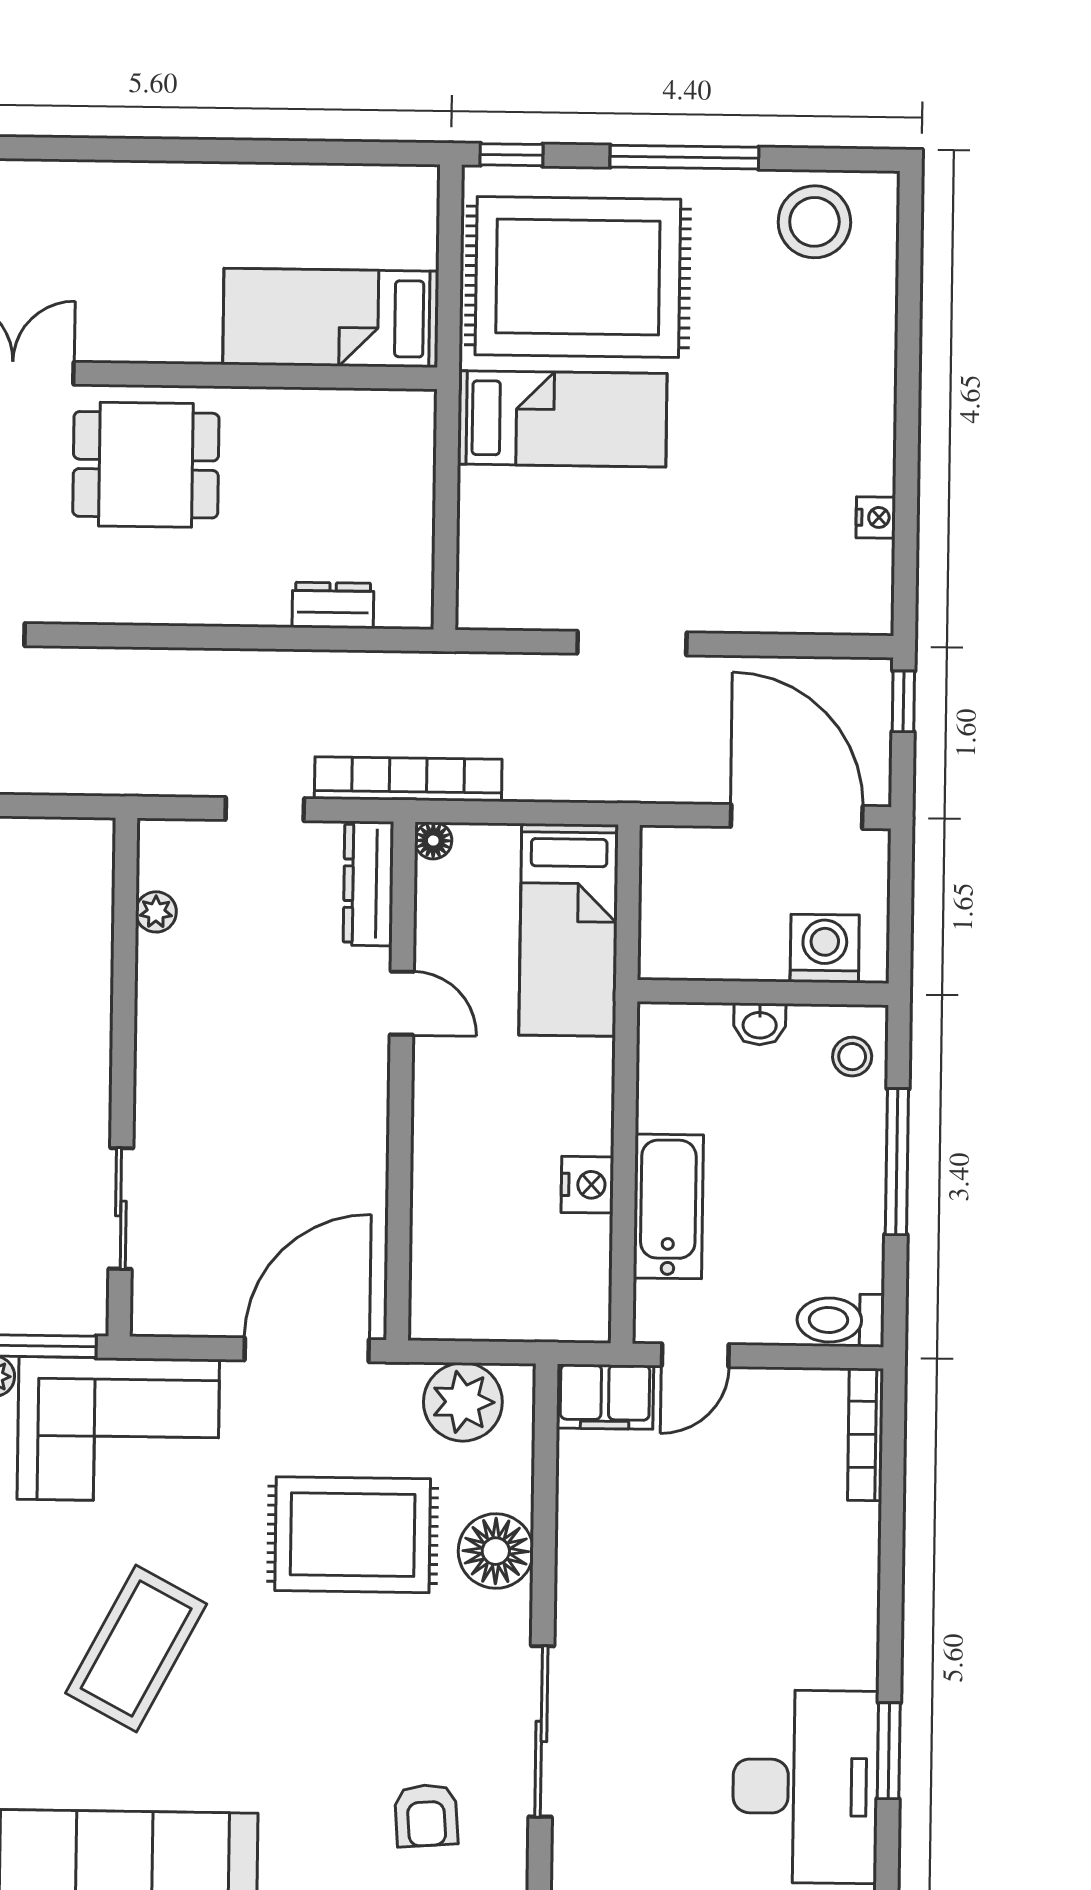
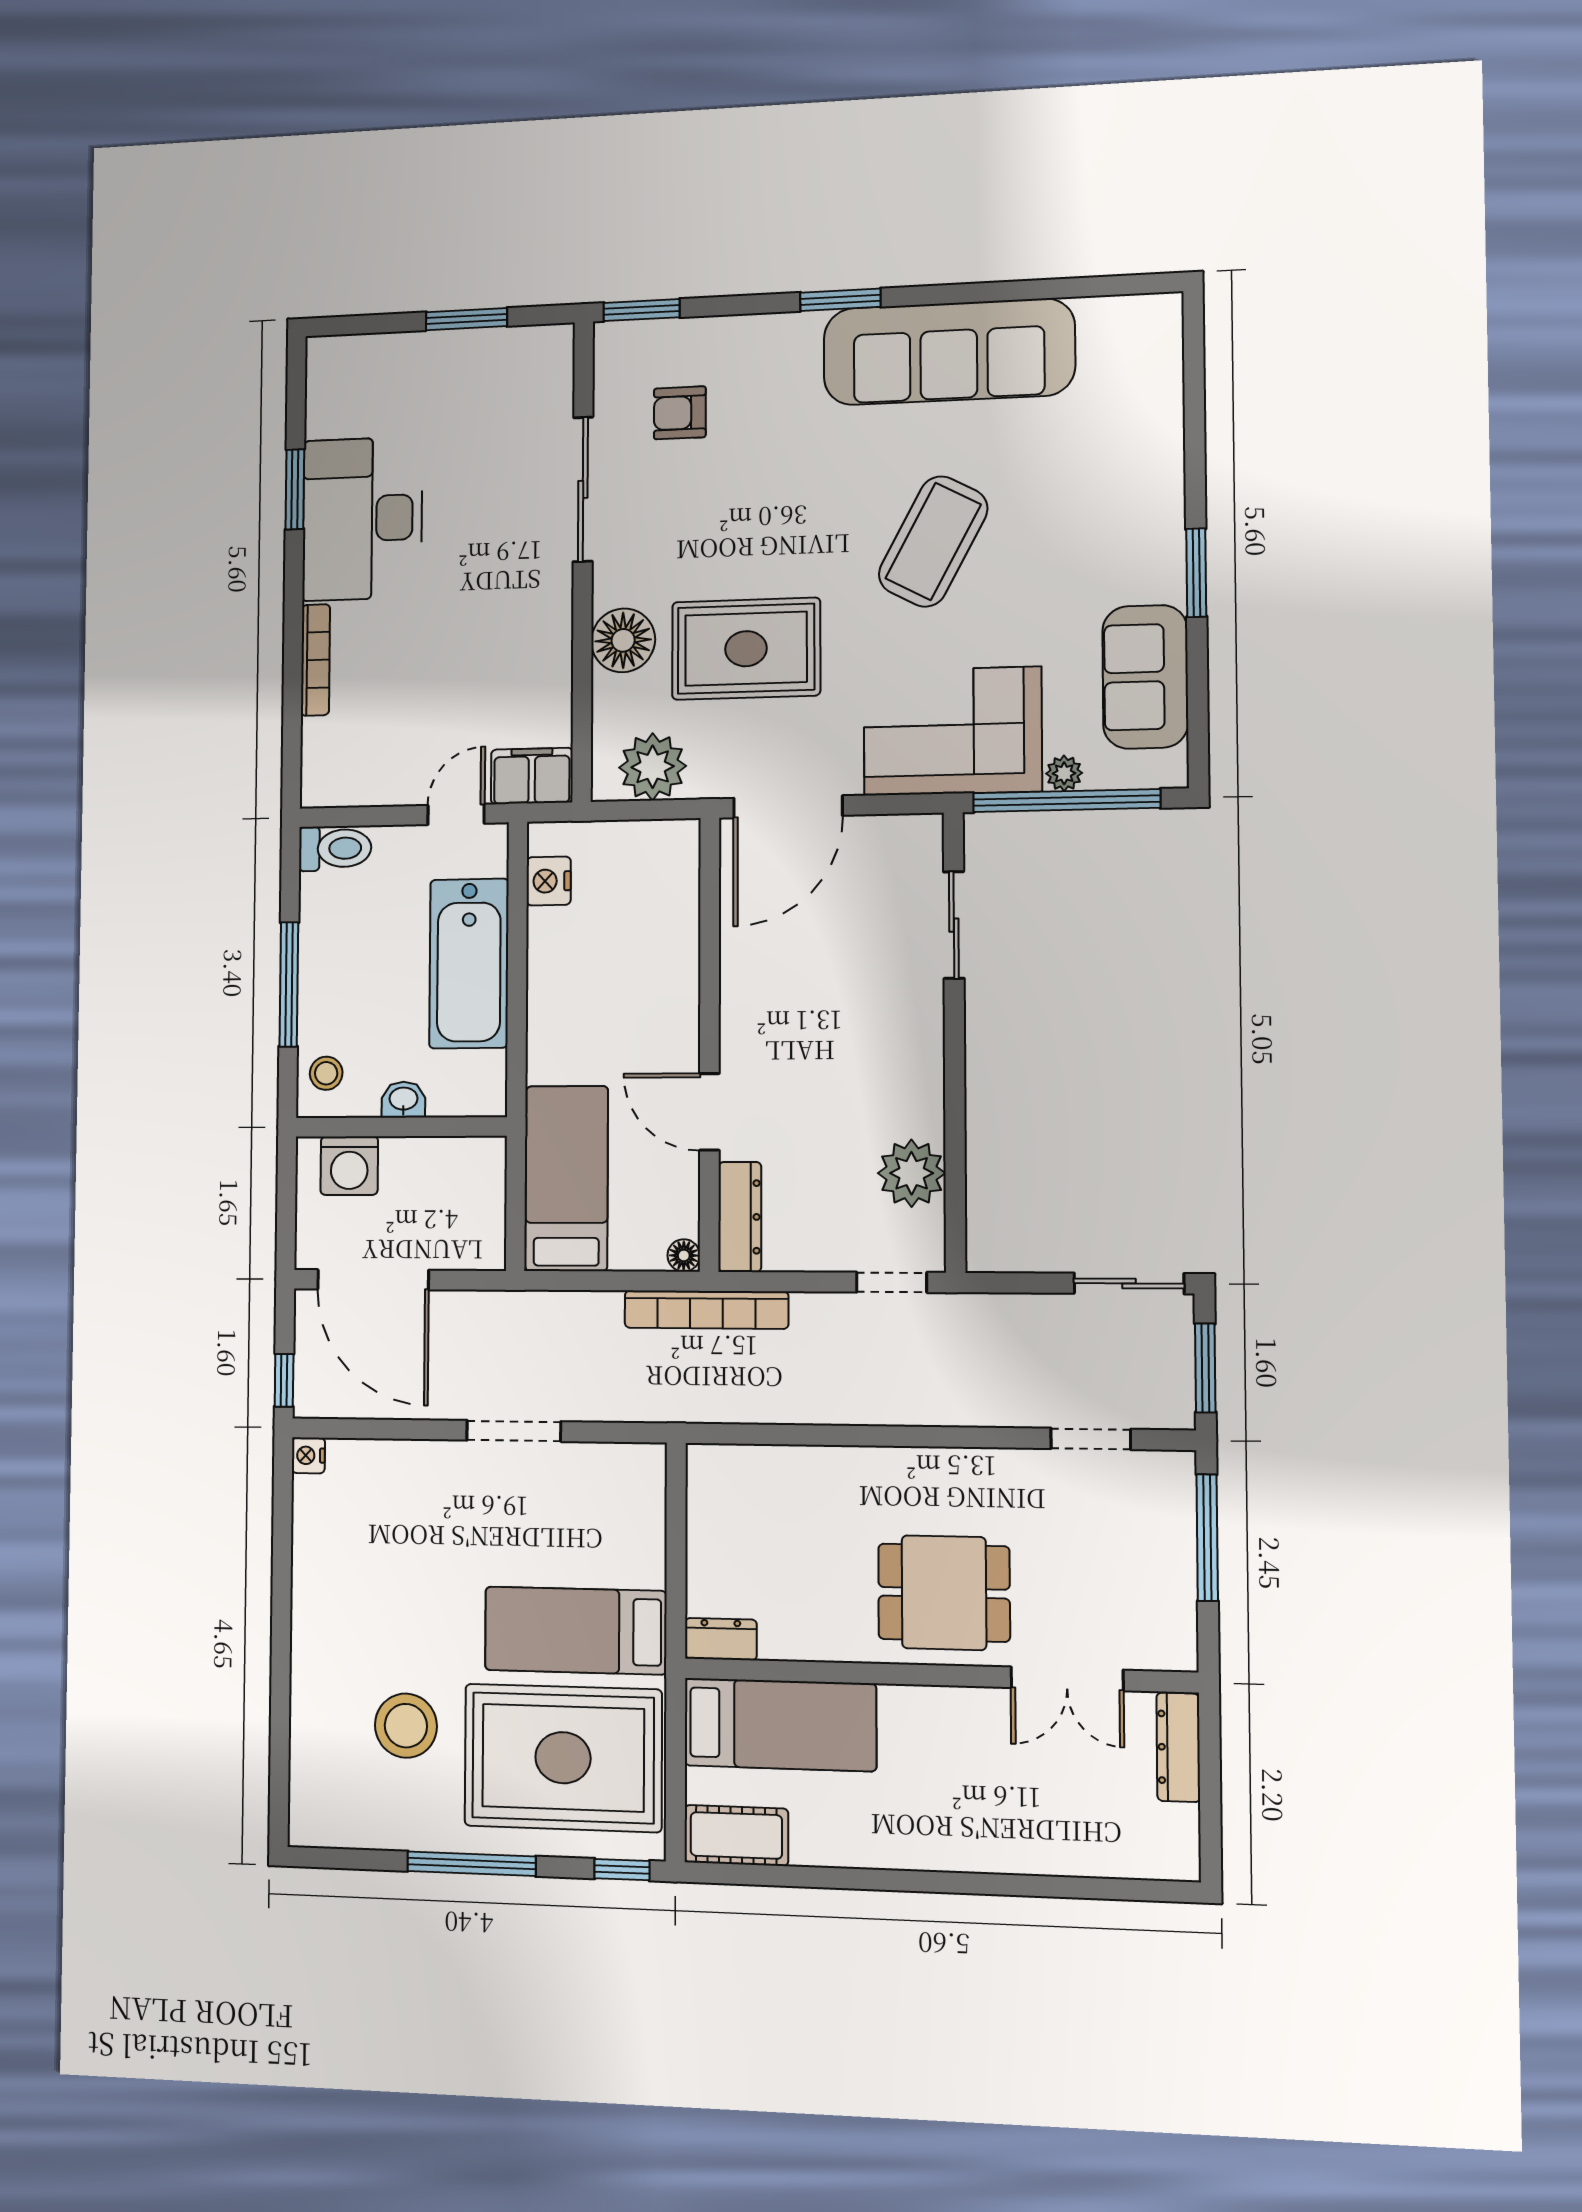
cot: (382, 195) -> (736, 1835), added
stool: (814, 222) -> (406, 1726), moved
nightstand: (876, 517) -> (308, 1455), moved
dresser: (333, 605) -> (721, 1639), moved, turned 180
doorway: (265, 809) -> (892, 1282), moved
plant: (156, 912) -> (912, 1173), width x1.88, depth x1.88
door: (402, 1003) -> (709, 1112), width x1.38
nightstand: (587, 1185) -> (549, 881), moved
bathtub: (668, 1206) -> (469, 963), width x1.36, depth x1.36
bookcase: (865, 1434) -> (315, 660), moved
desk: (805, 1787) -> (362, 519), moved
armchair: (426, 1815) -> (680, 413), turned -86

